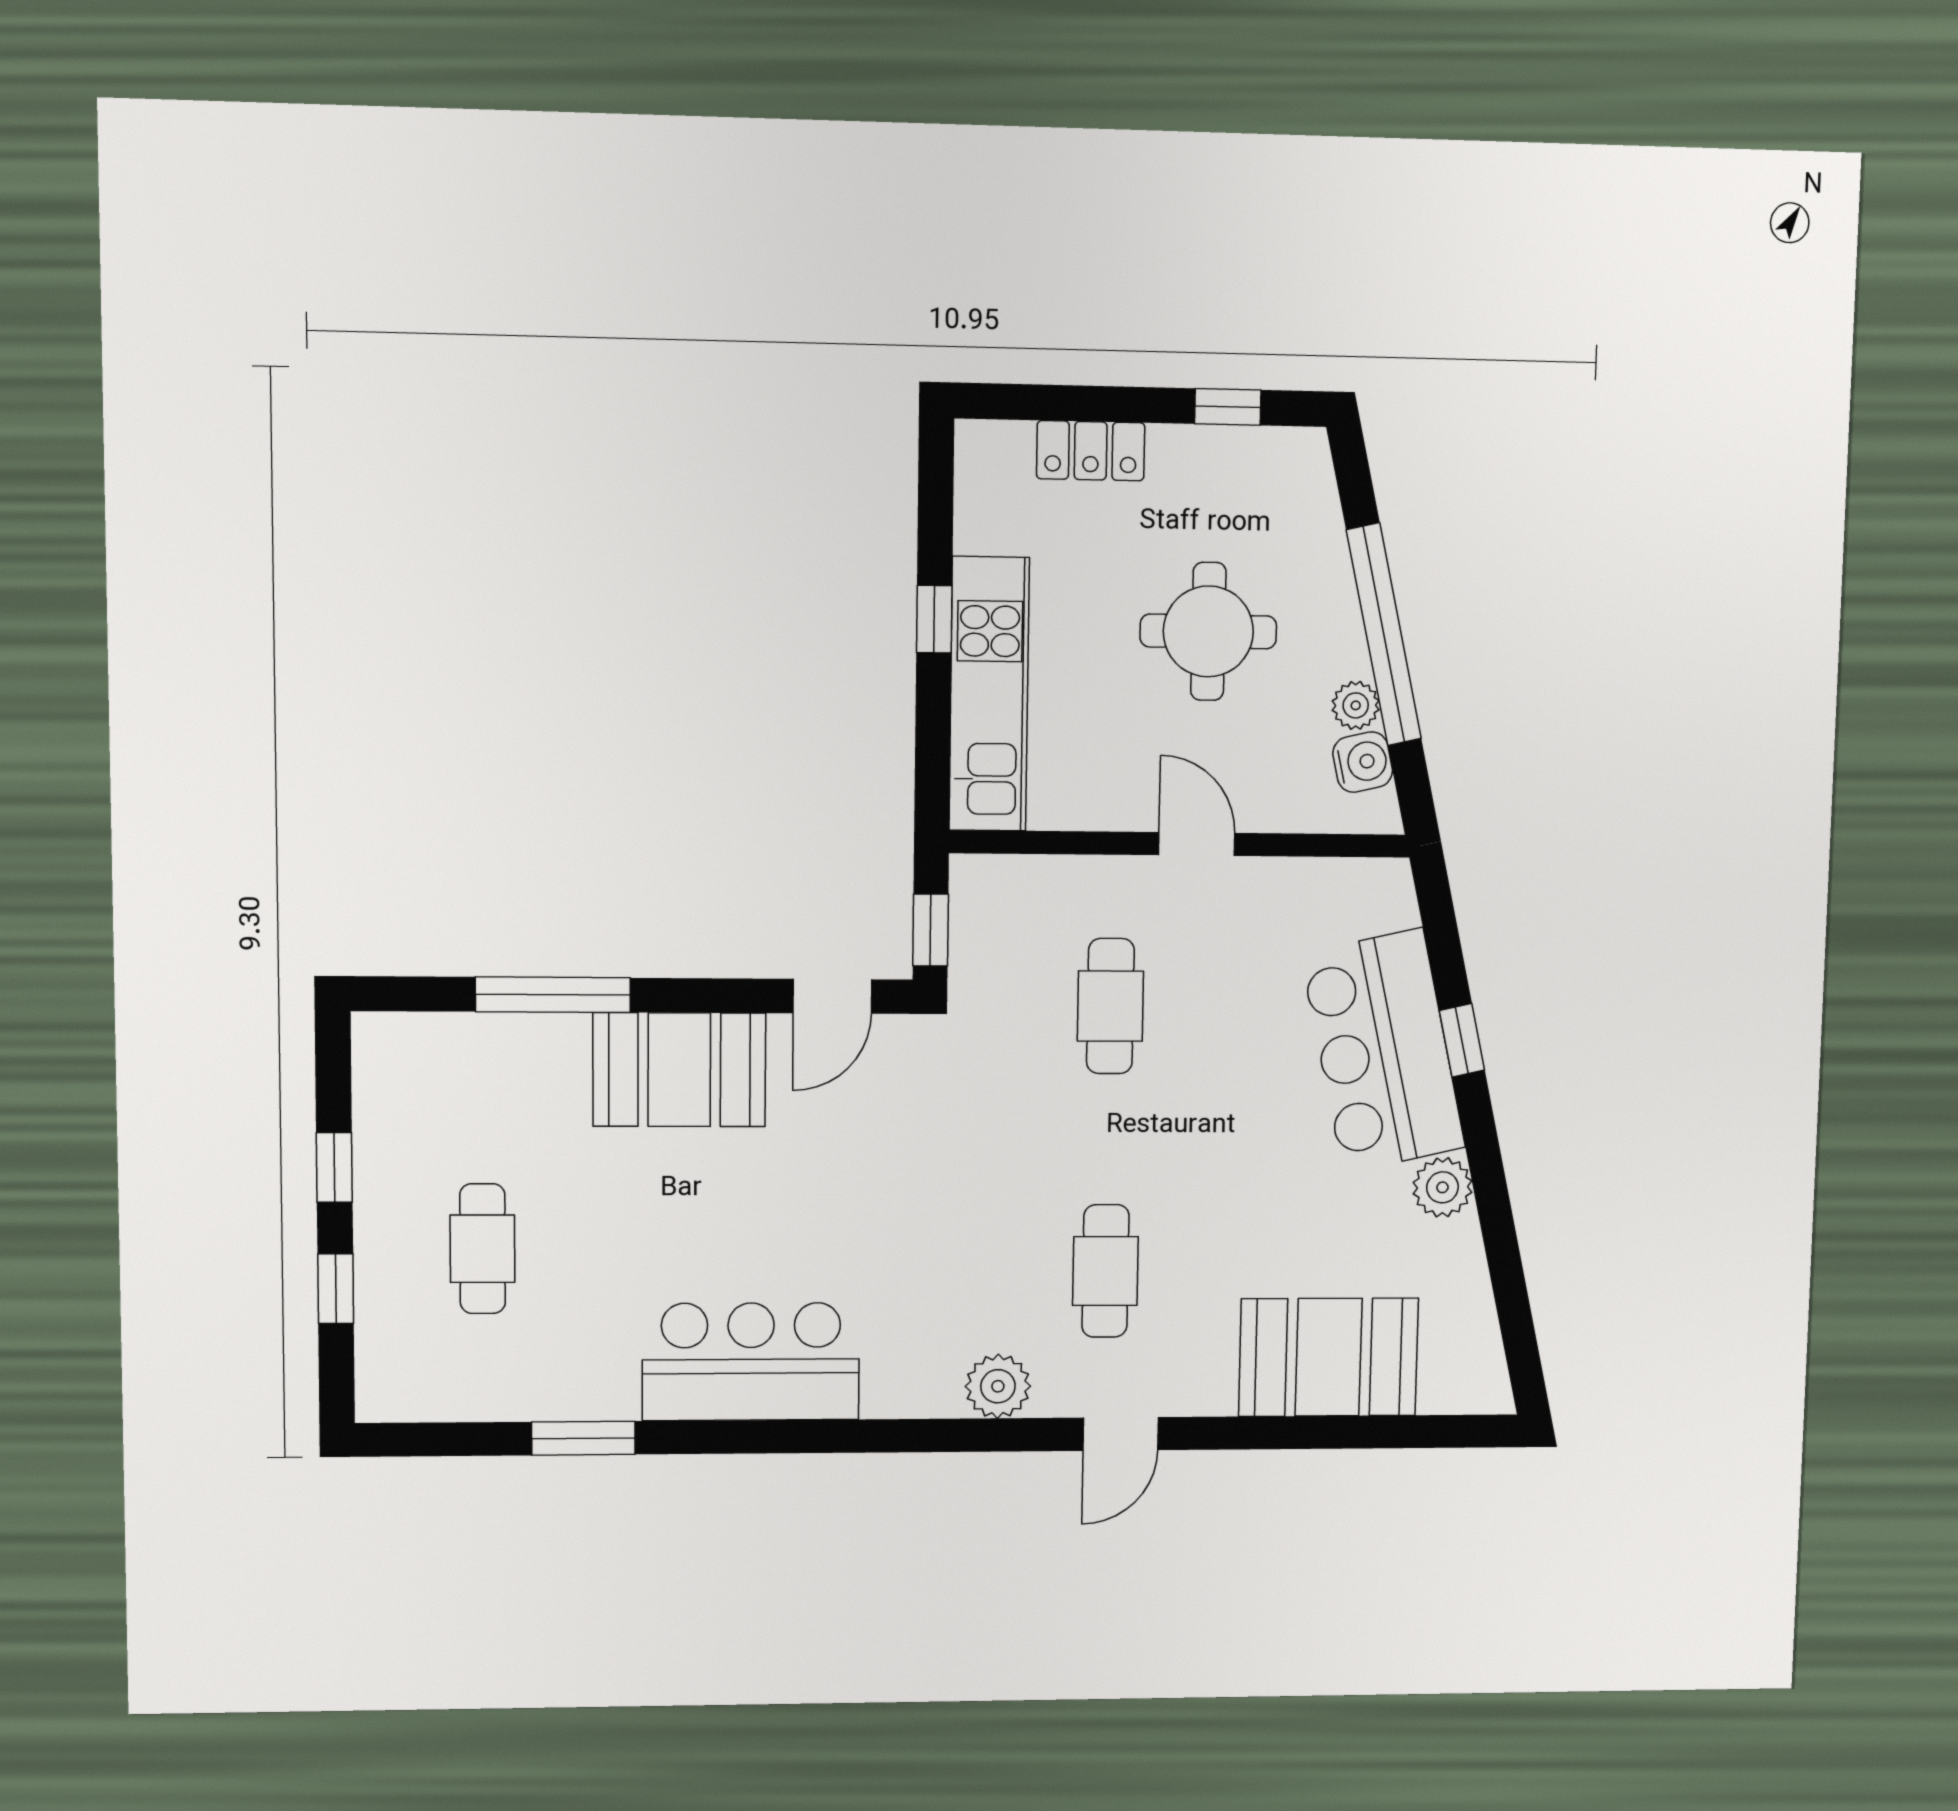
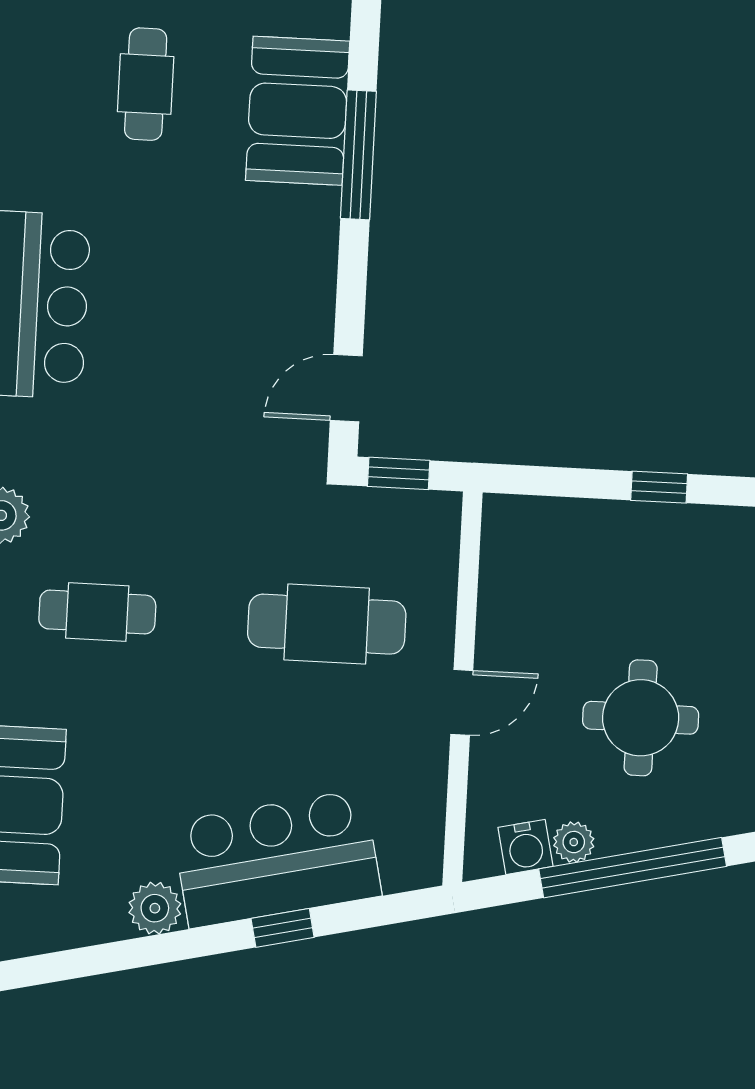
kitchen unit: (989, 694) -> (595, 531), removed
door: (832, 996) -> (346, 388), hinge flipped
cafe table: (1110, 1006) -> (327, 624), width x1.37, depth x1.35
booth: (679, 1070) -> (298, 111), moved
cafe table: (483, 1249) -> (146, 84), turned 90

